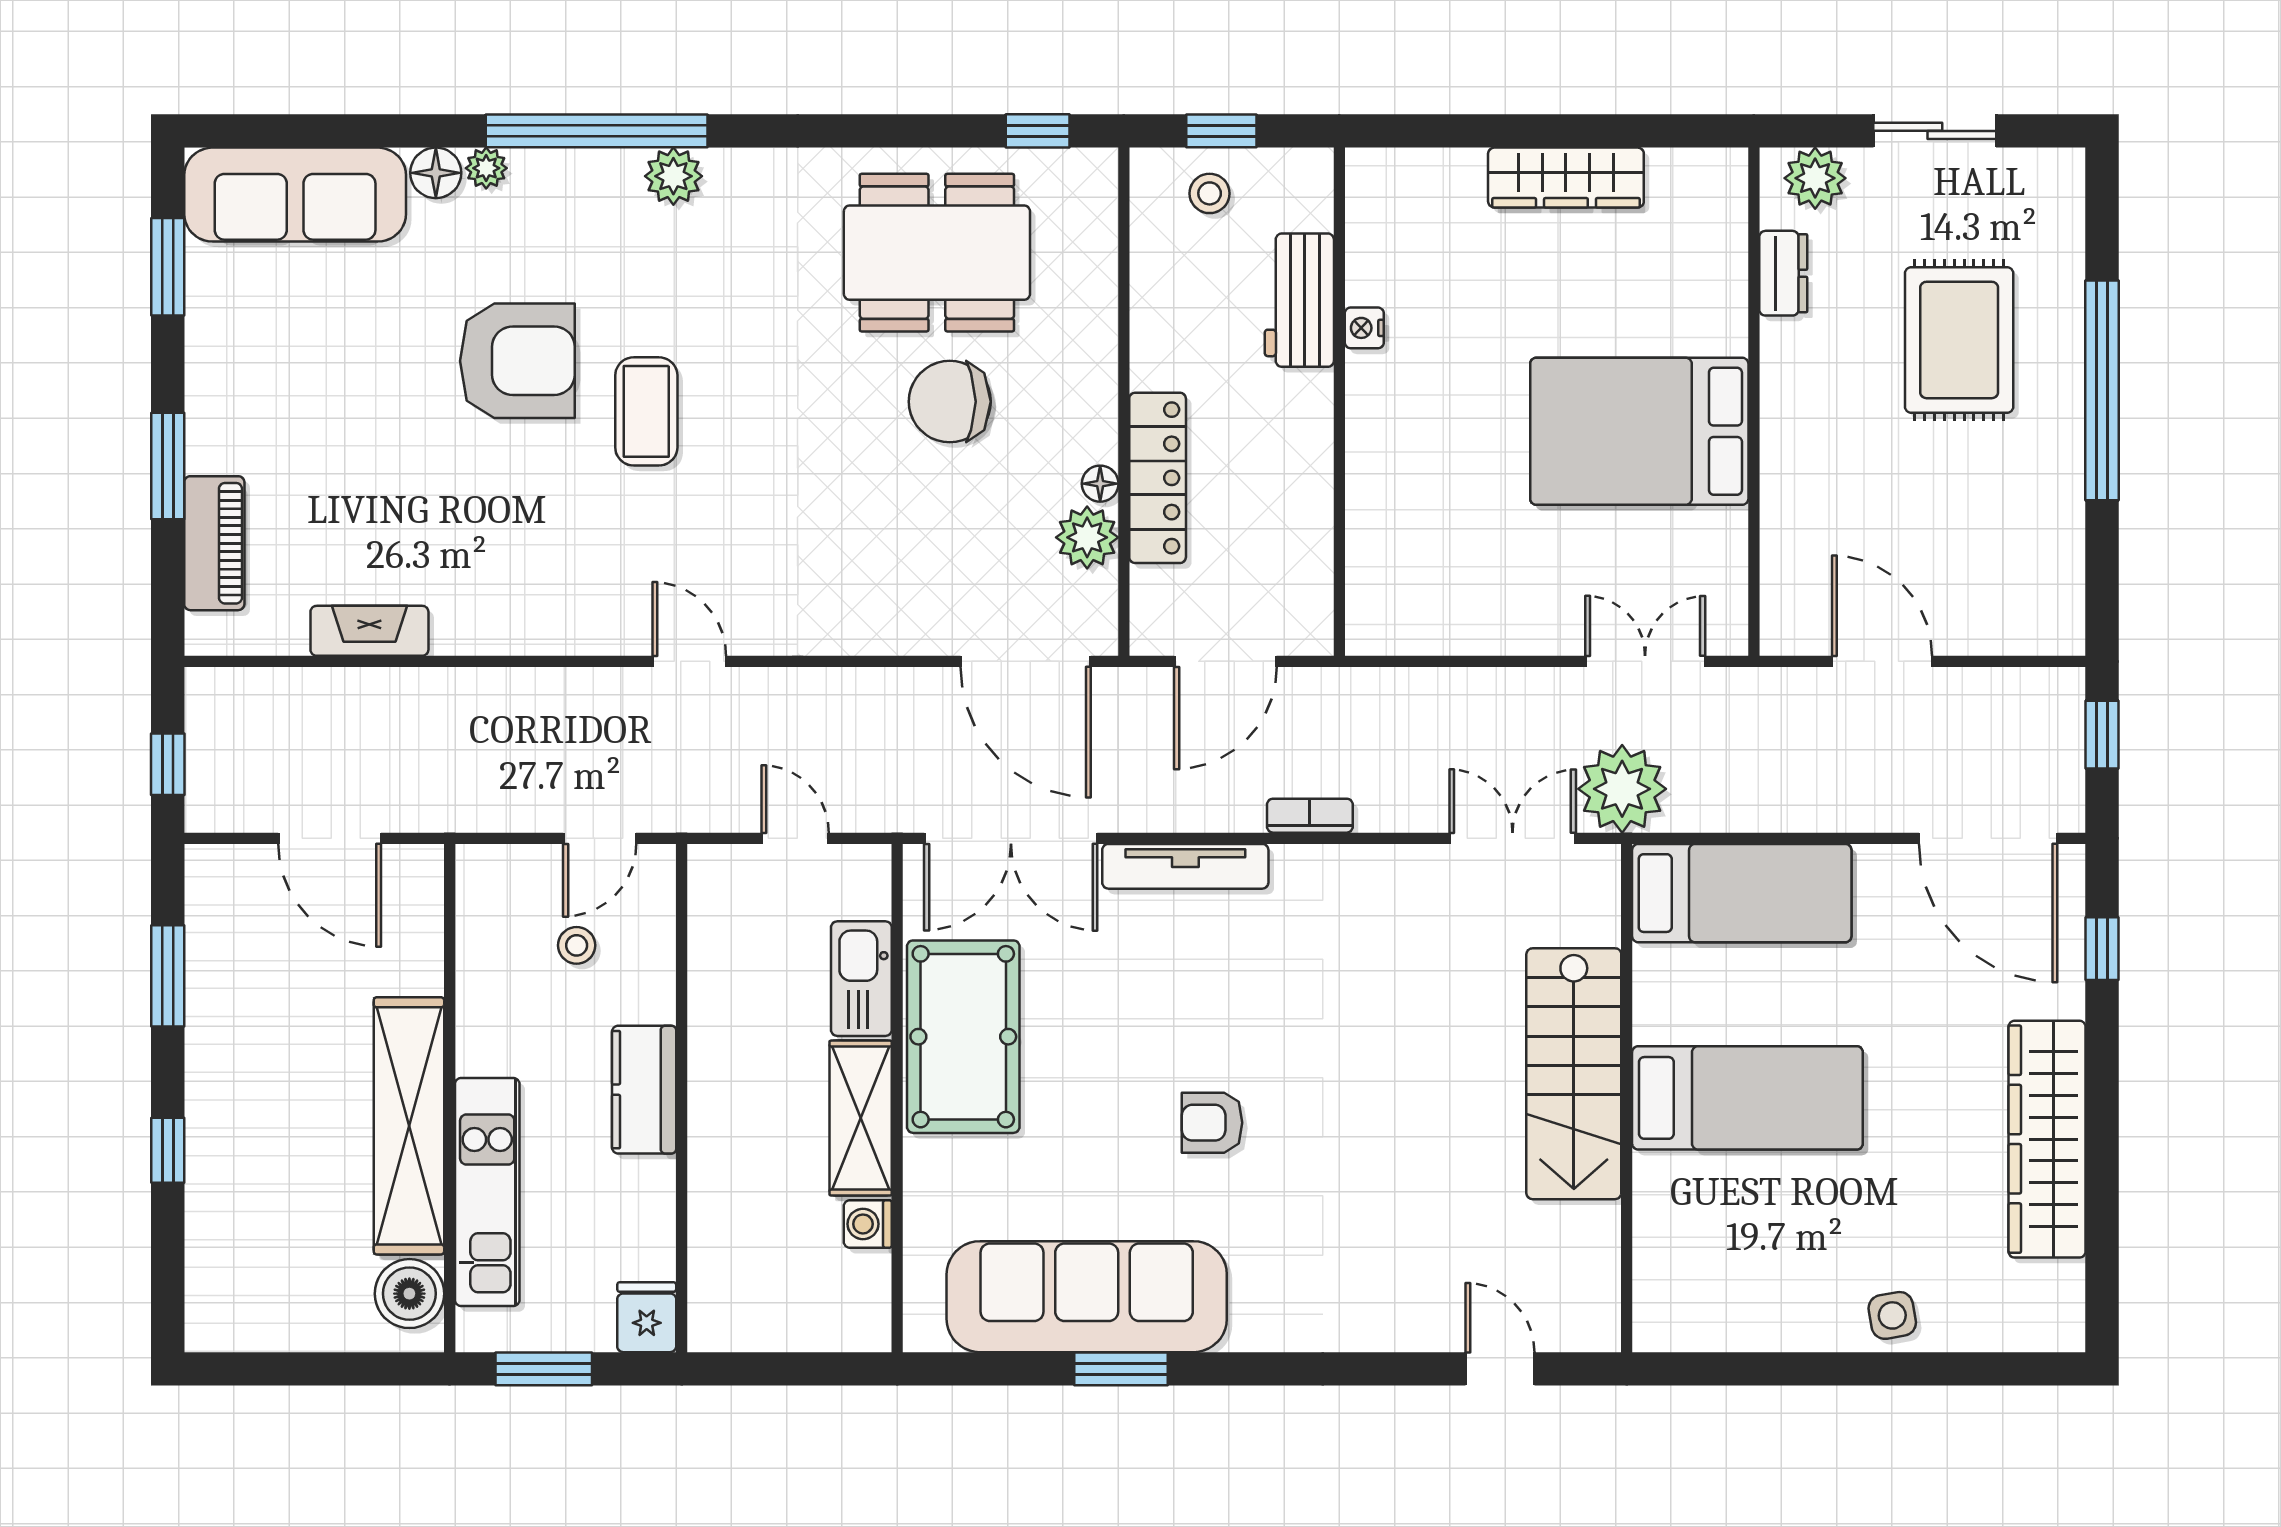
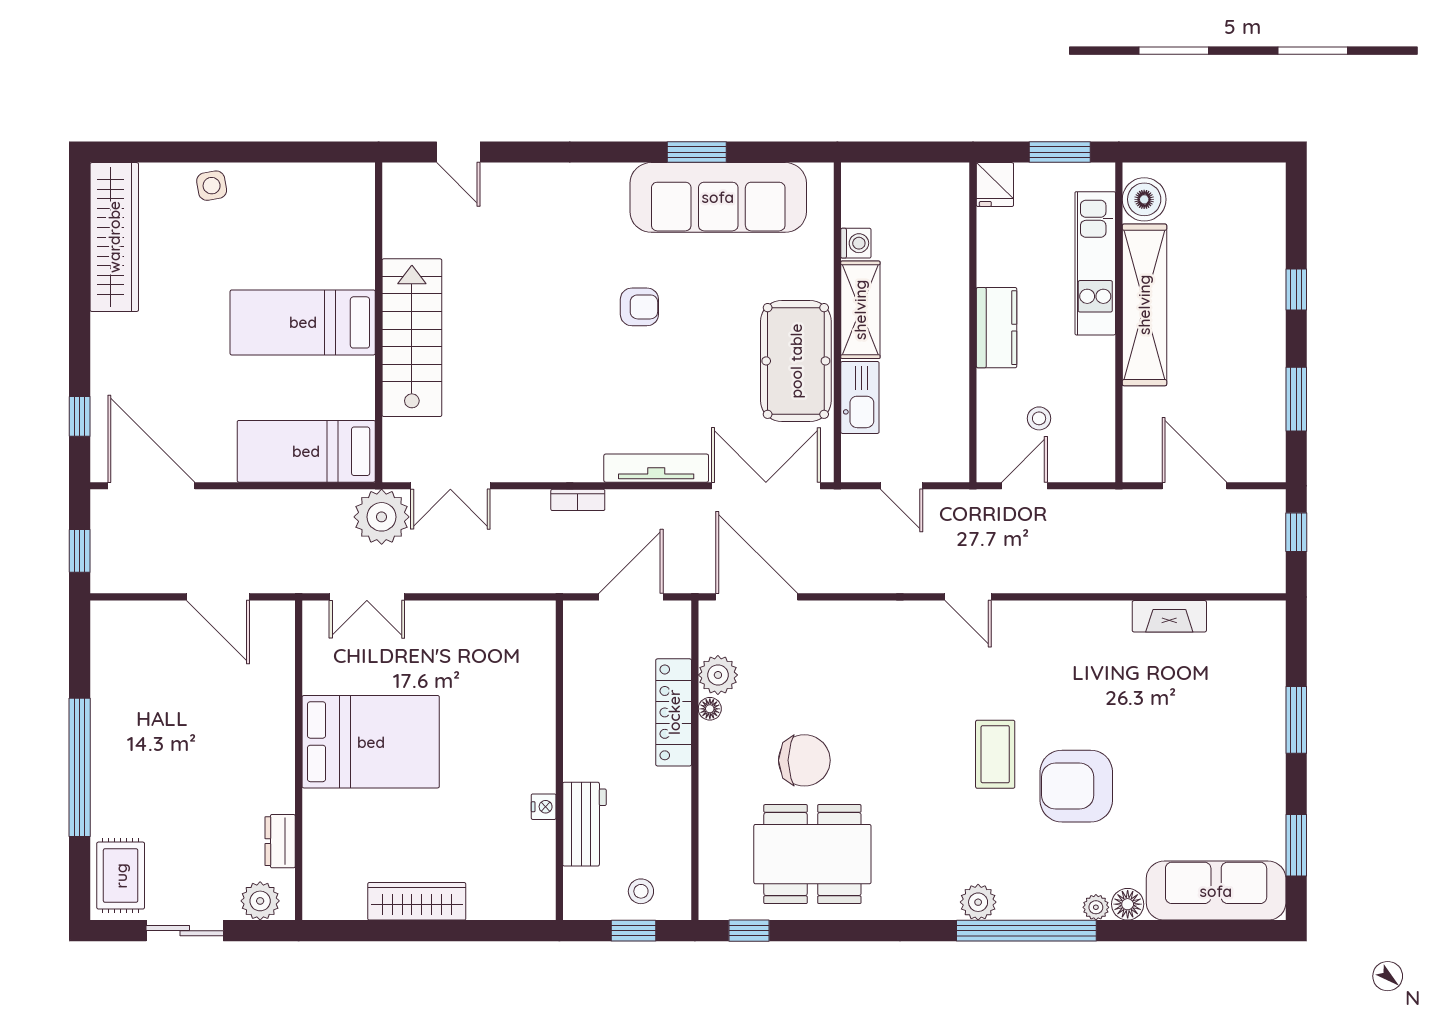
rug: (1959, 340) -> (121, 876), moved, width x0.73, depth x0.70
piano: (214, 543) -> (1267, 671), removed
wardrobe: (2047, 1139) -> (114, 237), moved

